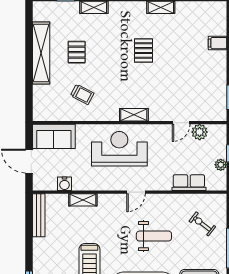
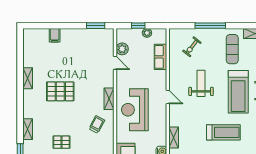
pallet: (144, 51) -> (60, 91), width x1.50, depth x1.42
trolley: (82, 94) -> (97, 124), moved

